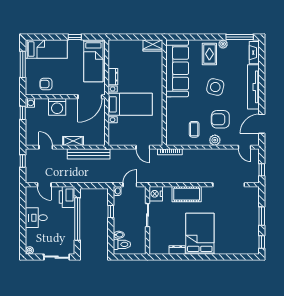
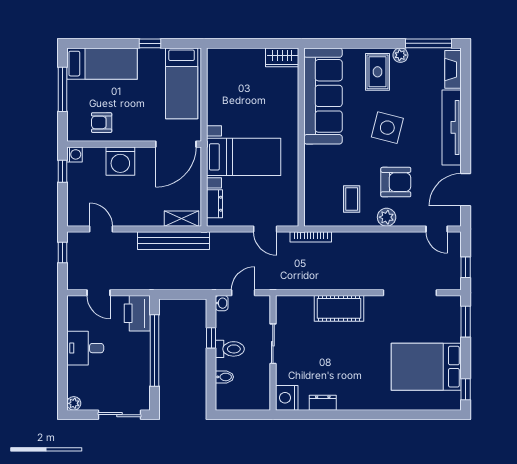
dresser: (113, 77) -> (215, 204), moved
armchair: (220, 119) -> (396, 182), turned 180
shelving: (73, 141) -> (181, 219), moved
nightstand: (156, 194) -> (287, 398), moved
window: (262, 216) -> (466, 322), moved
bed: (200, 234) -> (426, 367), moved, turned -90
toilet: (122, 244) -> (230, 349), moved

